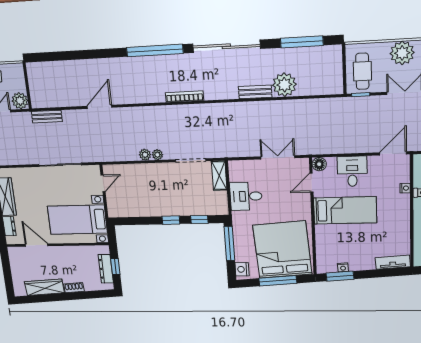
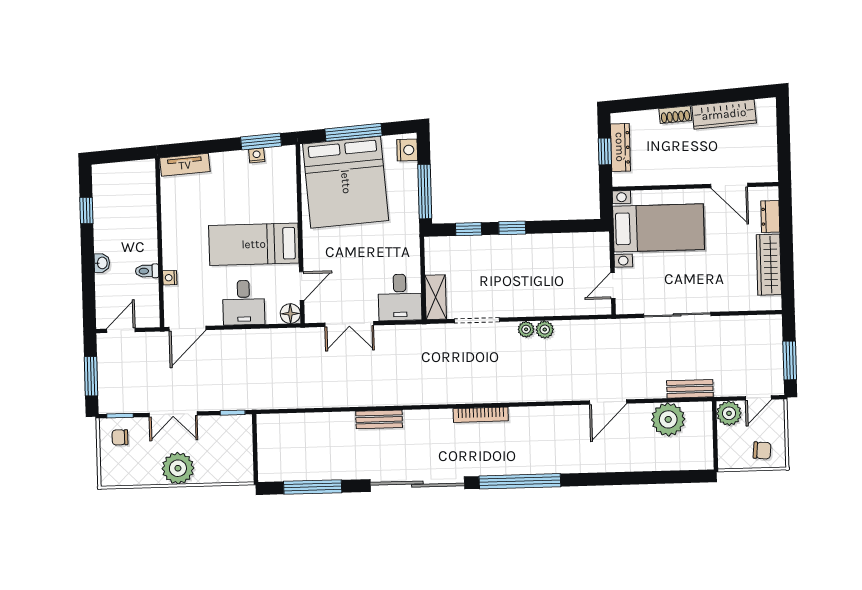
cafe table: (362, 71) -> (231, 445), removed
plant: (284, 85) -> (668, 419), moved
desk: (246, 196) -> (400, 297), moved, turned 90

